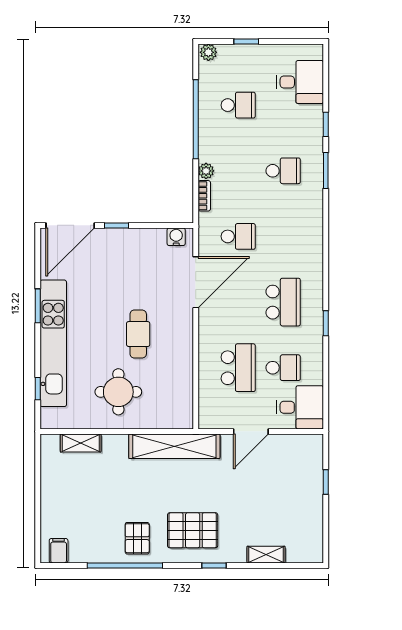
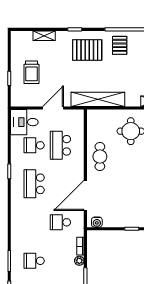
cafe table: (138, 334) -> (100, 157), moved
trolley: (288, 492) -> (31, 72), added

